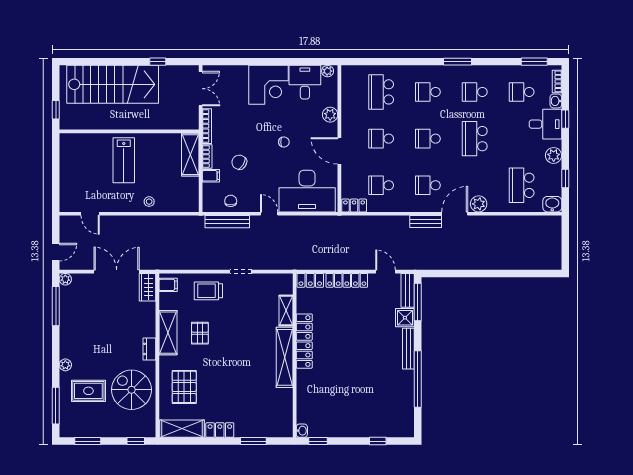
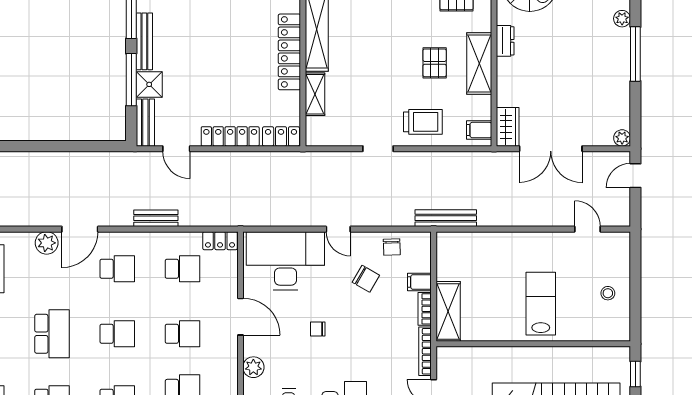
chair: (239, 162) -> (366, 279), moved
stool: (149, 202) -> (608, 293), moved
bench: (227, 222) -> (446, 218), moved
bench: (426, 222) -> (156, 218), moved
window: (418, 302) -> (131, 80), moved
window: (56, 306) -> (635, 54), moved

